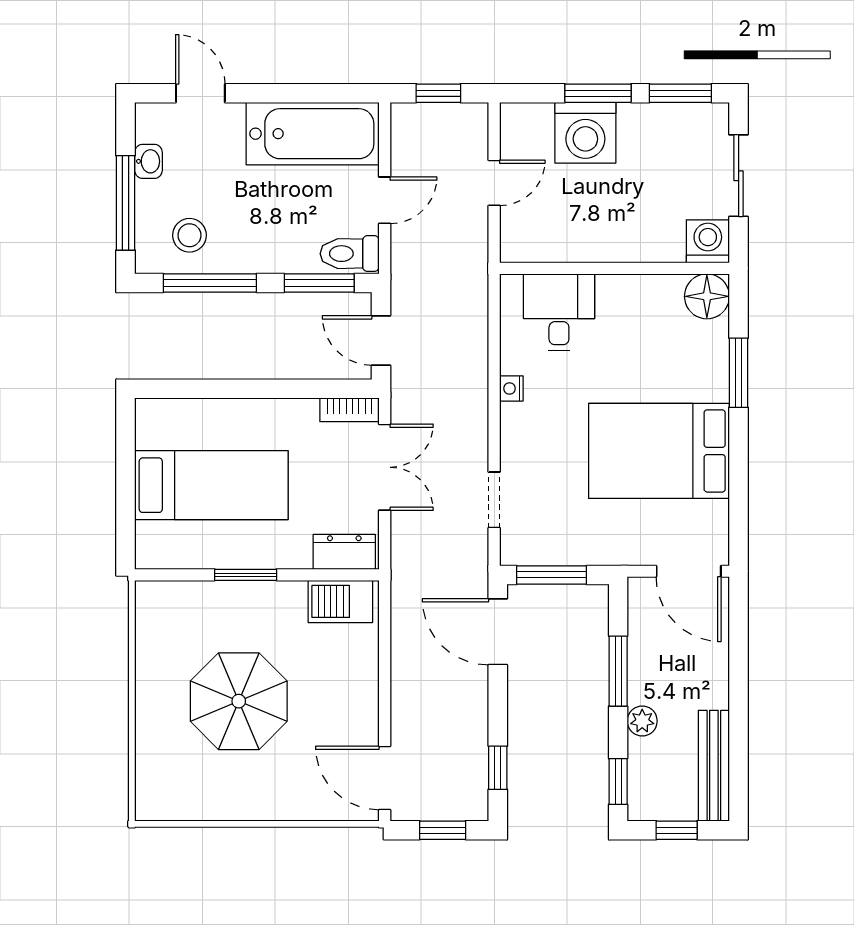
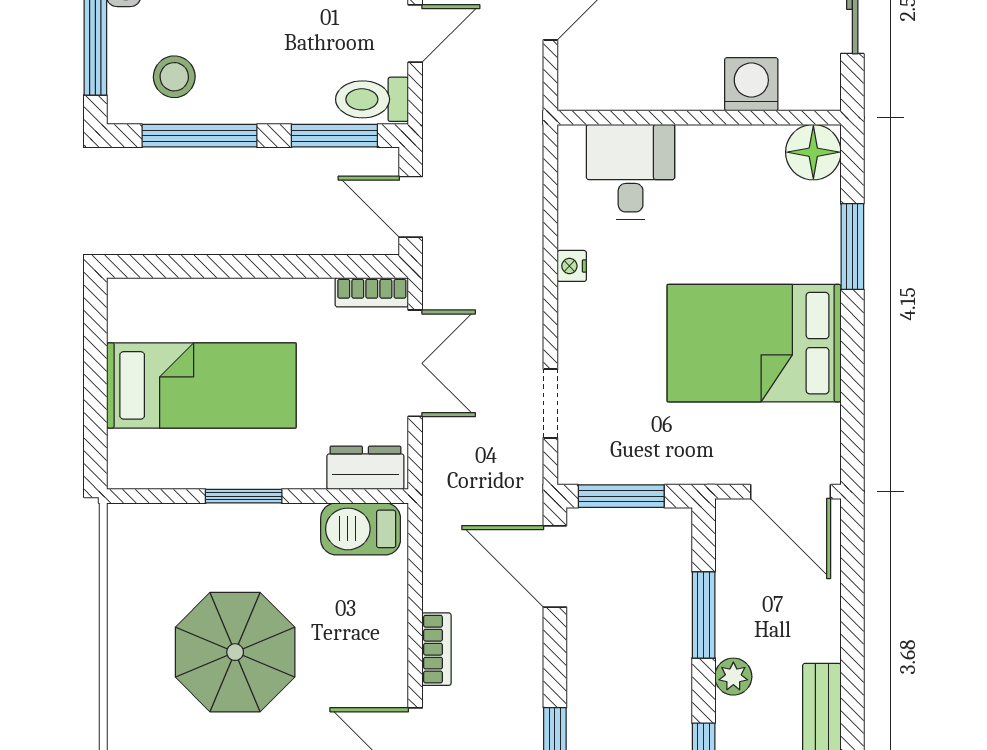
washing machine: (708, 241) -> (751, 84), moved
bookcase: (402, 699) -> (436, 649), added

